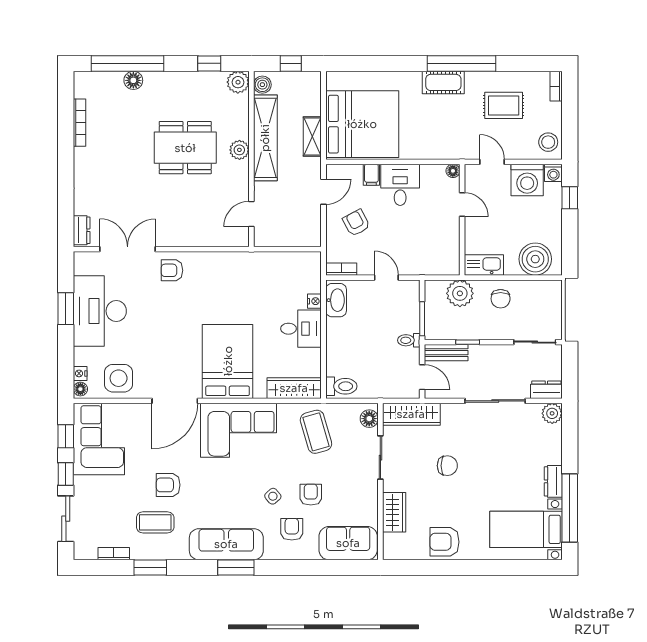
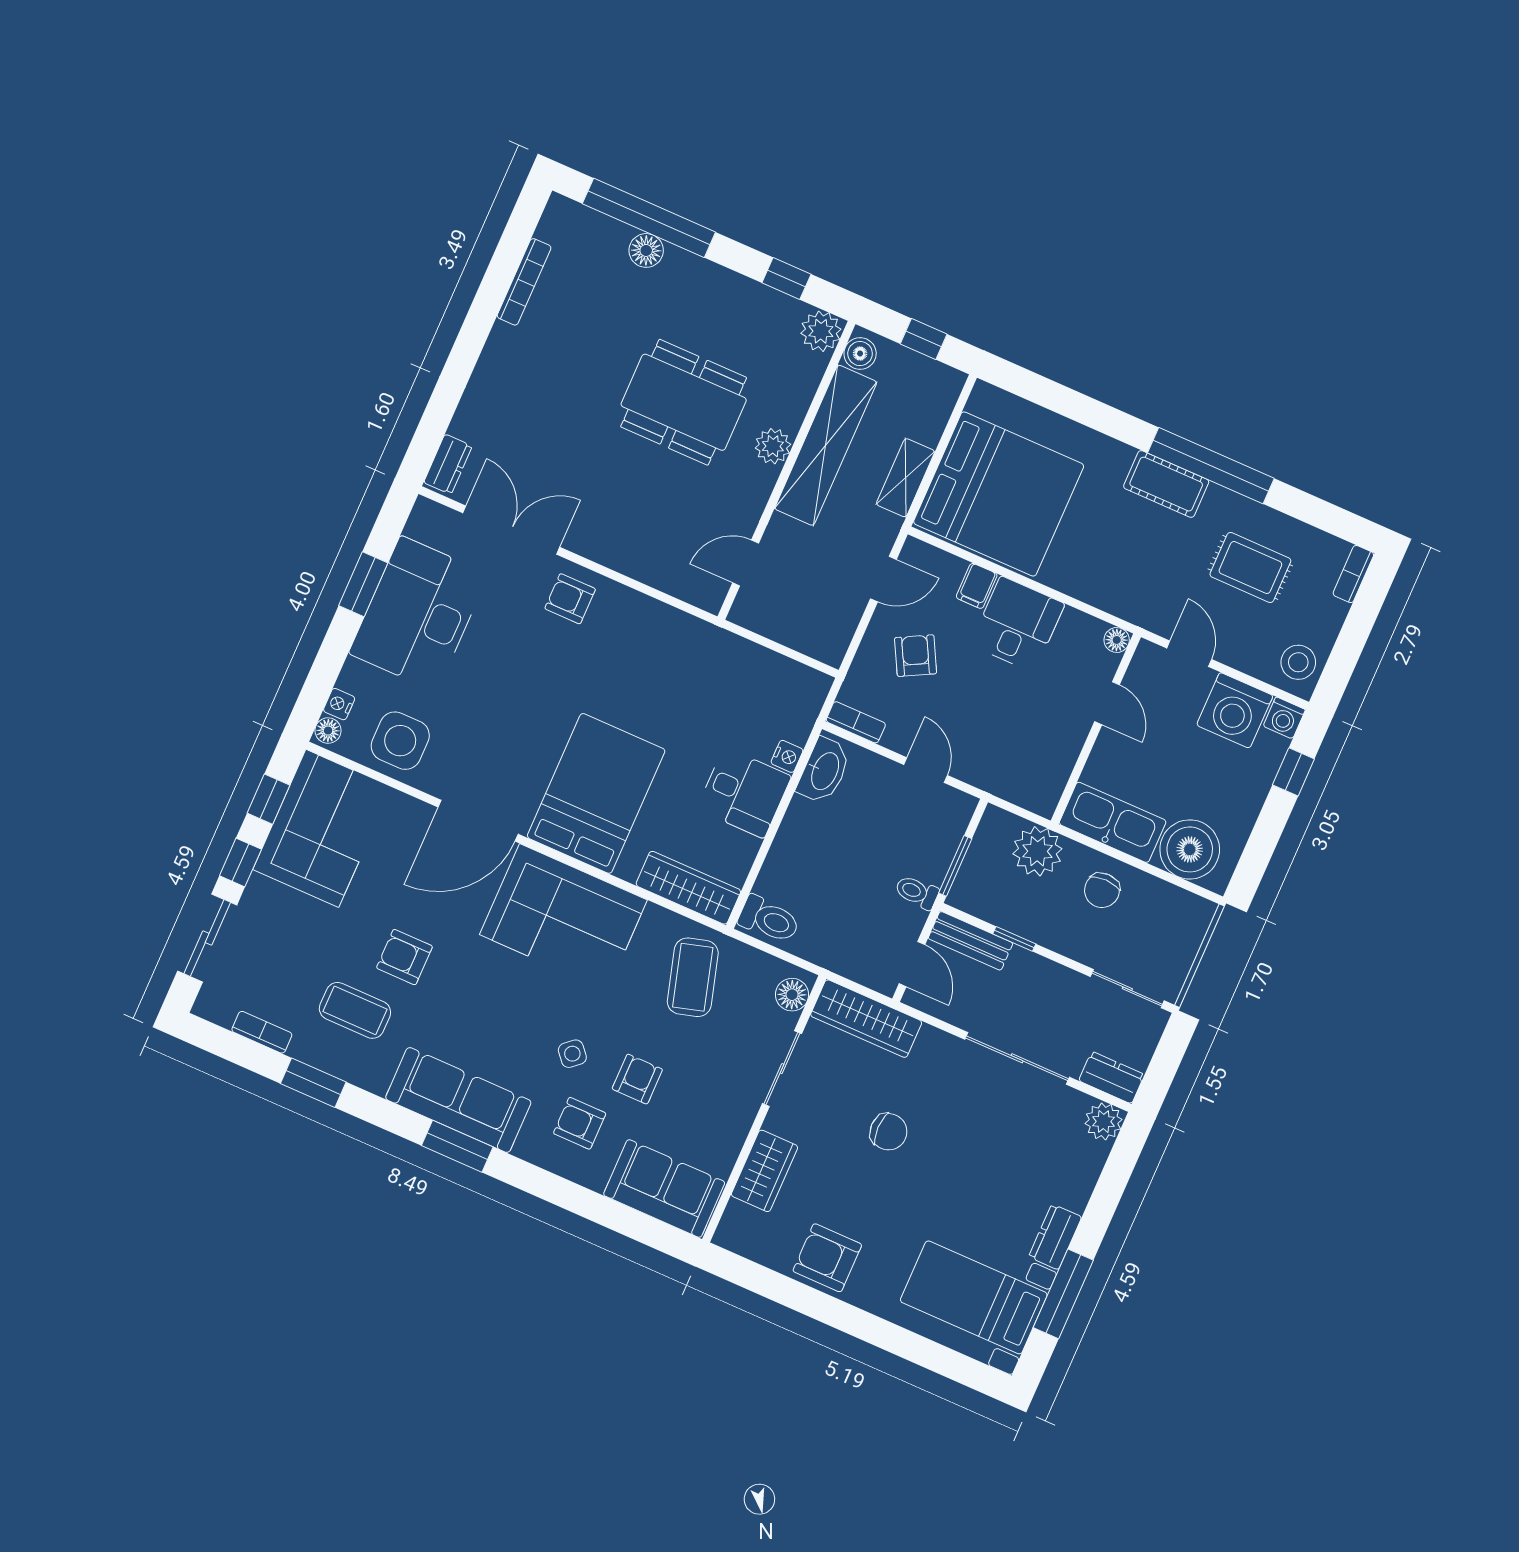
kitchen sink: (484, 265) -> (1113, 822), width x1.36, depth x1.24
window: (570, 508) -> (1063, 1294), width x0.68
armchair: (292, 529) -> (580, 1123), turned -90

